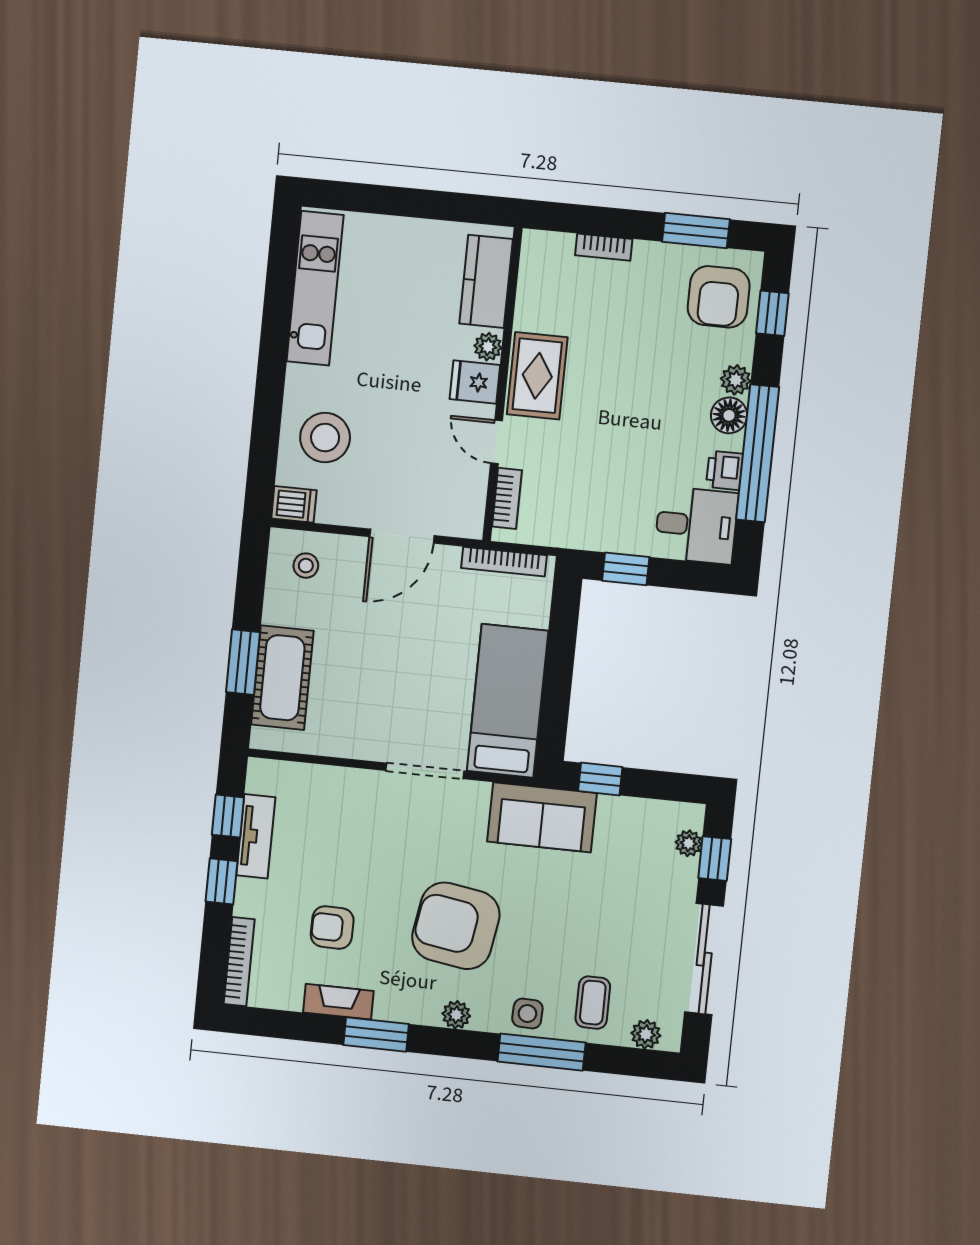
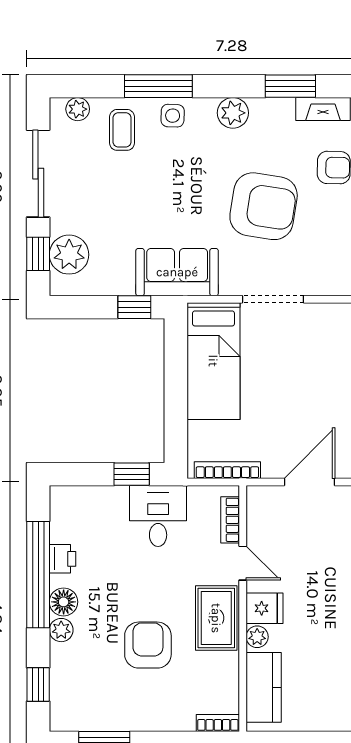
bookcase: (604, 247) -> (218, 723), moved
armchair: (719, 297) -> (148, 645), moved
desk: (696, 525) -> (158, 516), moved, turned 90
plant: (689, 843) -> (69, 255), width x1.87, depth x1.87
armchair: (456, 926) -> (264, 206), moved
plant: (456, 1015) -> (233, 113), width x1.38, depth x1.38

